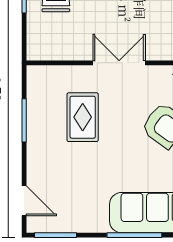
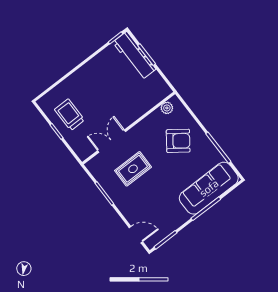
double door: (119, 63) -> (112, 141), moved
rug: (83, 117) -> (133, 169), turned 90

